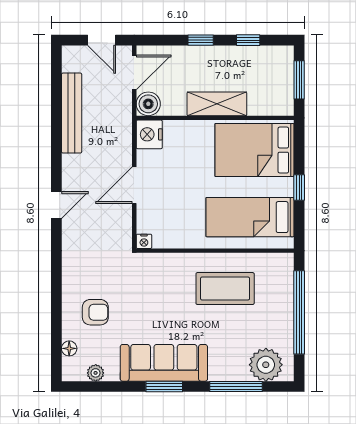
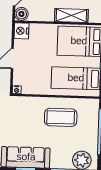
shelving: (217, 104) -> (71, 16), moved

